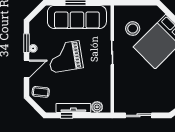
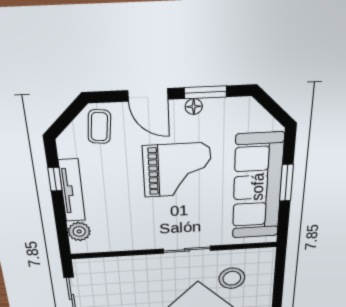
grand piano: (65, 57) -> (177, 170), turned 99

